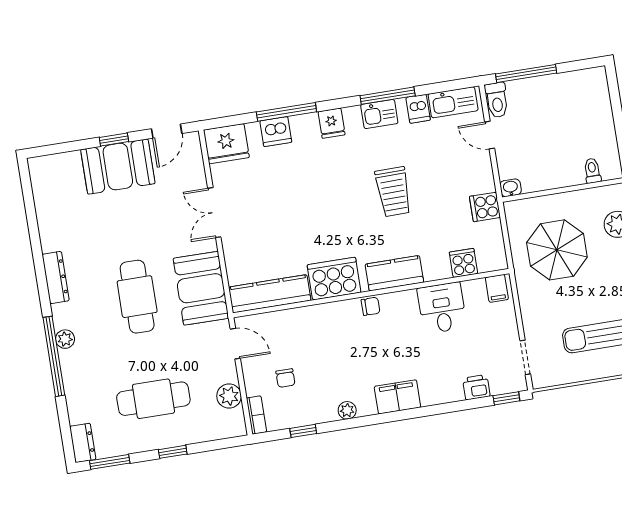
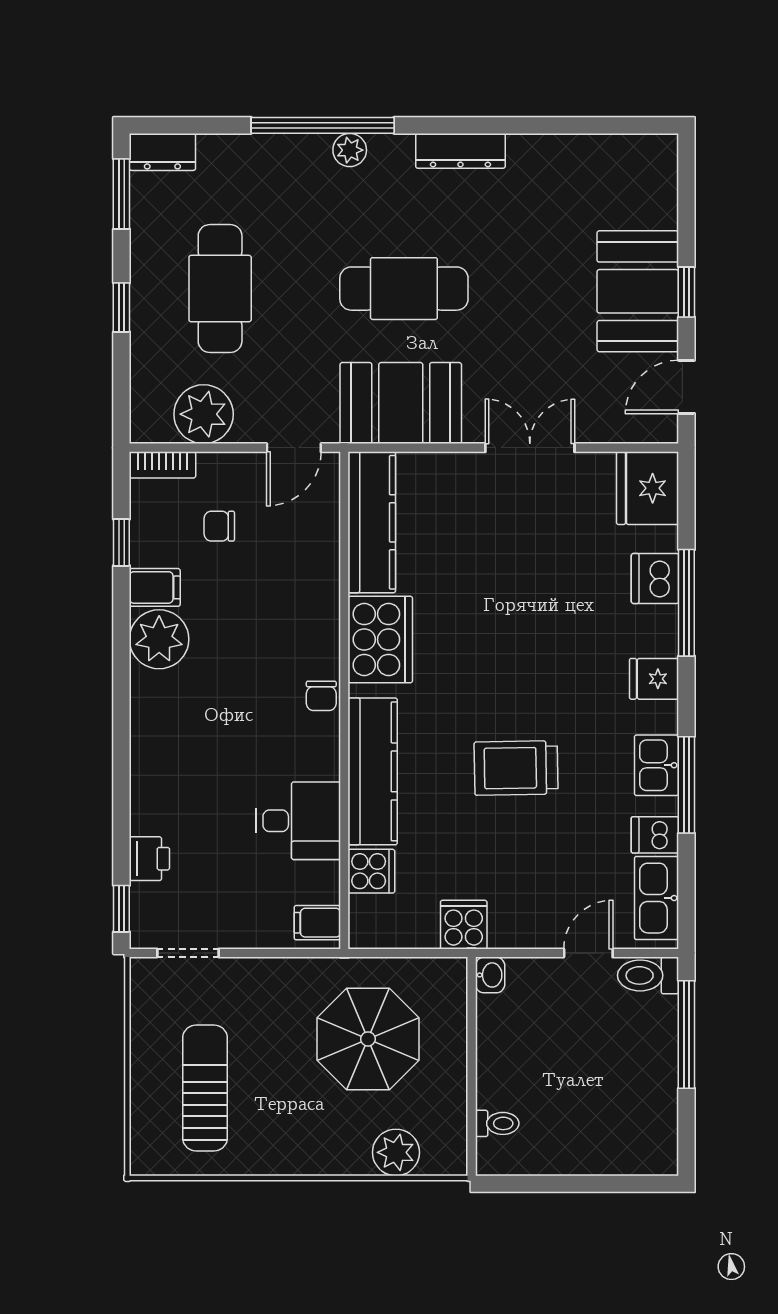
door: (167, 131) -> (686, 387), hinge flipped
kitchen counter: (394, 273) -> (373, 771), width x1.50
plant: (229, 396) -> (204, 414), width x1.36, depth x1.36
filing cabinet: (397, 397) -> (155, 587), moved, width x0.50
plant: (347, 410) -> (159, 639), width x1.88, depth x1.88

